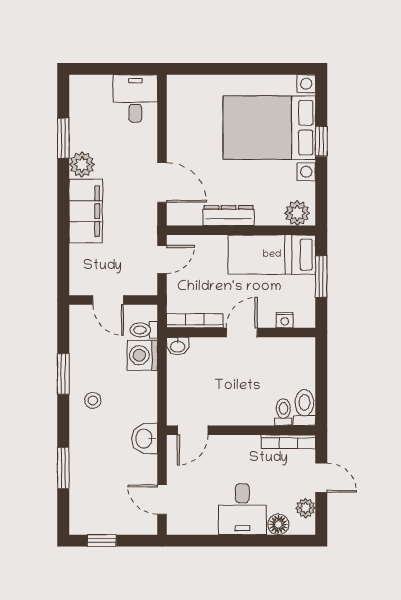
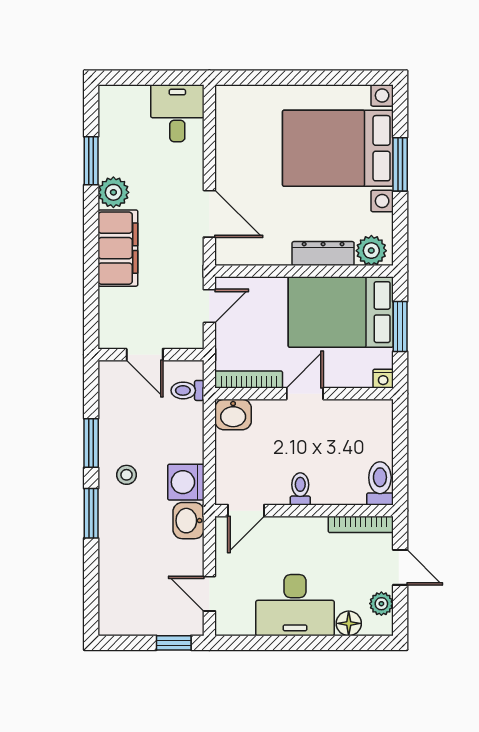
window: (321, 141) -> (400, 164), width x1.50
dresser: (229, 216) -> (323, 254), moved
bed: (272, 255) -> (341, 312), width x1.50
nightstand: (285, 320) -> (383, 379), moved
washbasin: (178, 346) -> (233, 415), width x1.38, depth x1.45
washing machine: (142, 355) -> (186, 482), moved
toilet: (283, 412) -> (300, 489), moved
window: (63, 468) -> (91, 513), moved
desk: (242, 509) -> (295, 605), width x1.37
window: (102, 541) -> (174, 643), moved

